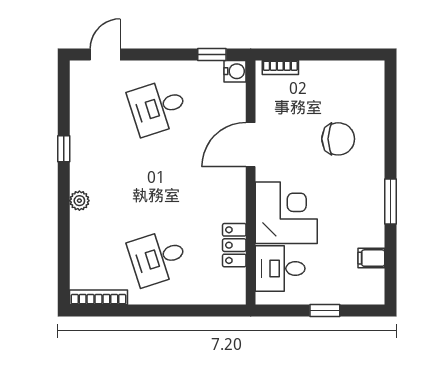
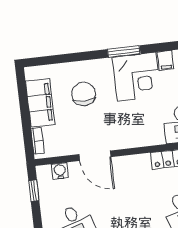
water cooler: (235, 71) -> (60, 171), moved
filing cabinet: (333, 77) -> (40, 103), added
corner desk: (286, 213) -> (137, 77), moved, turned 180

